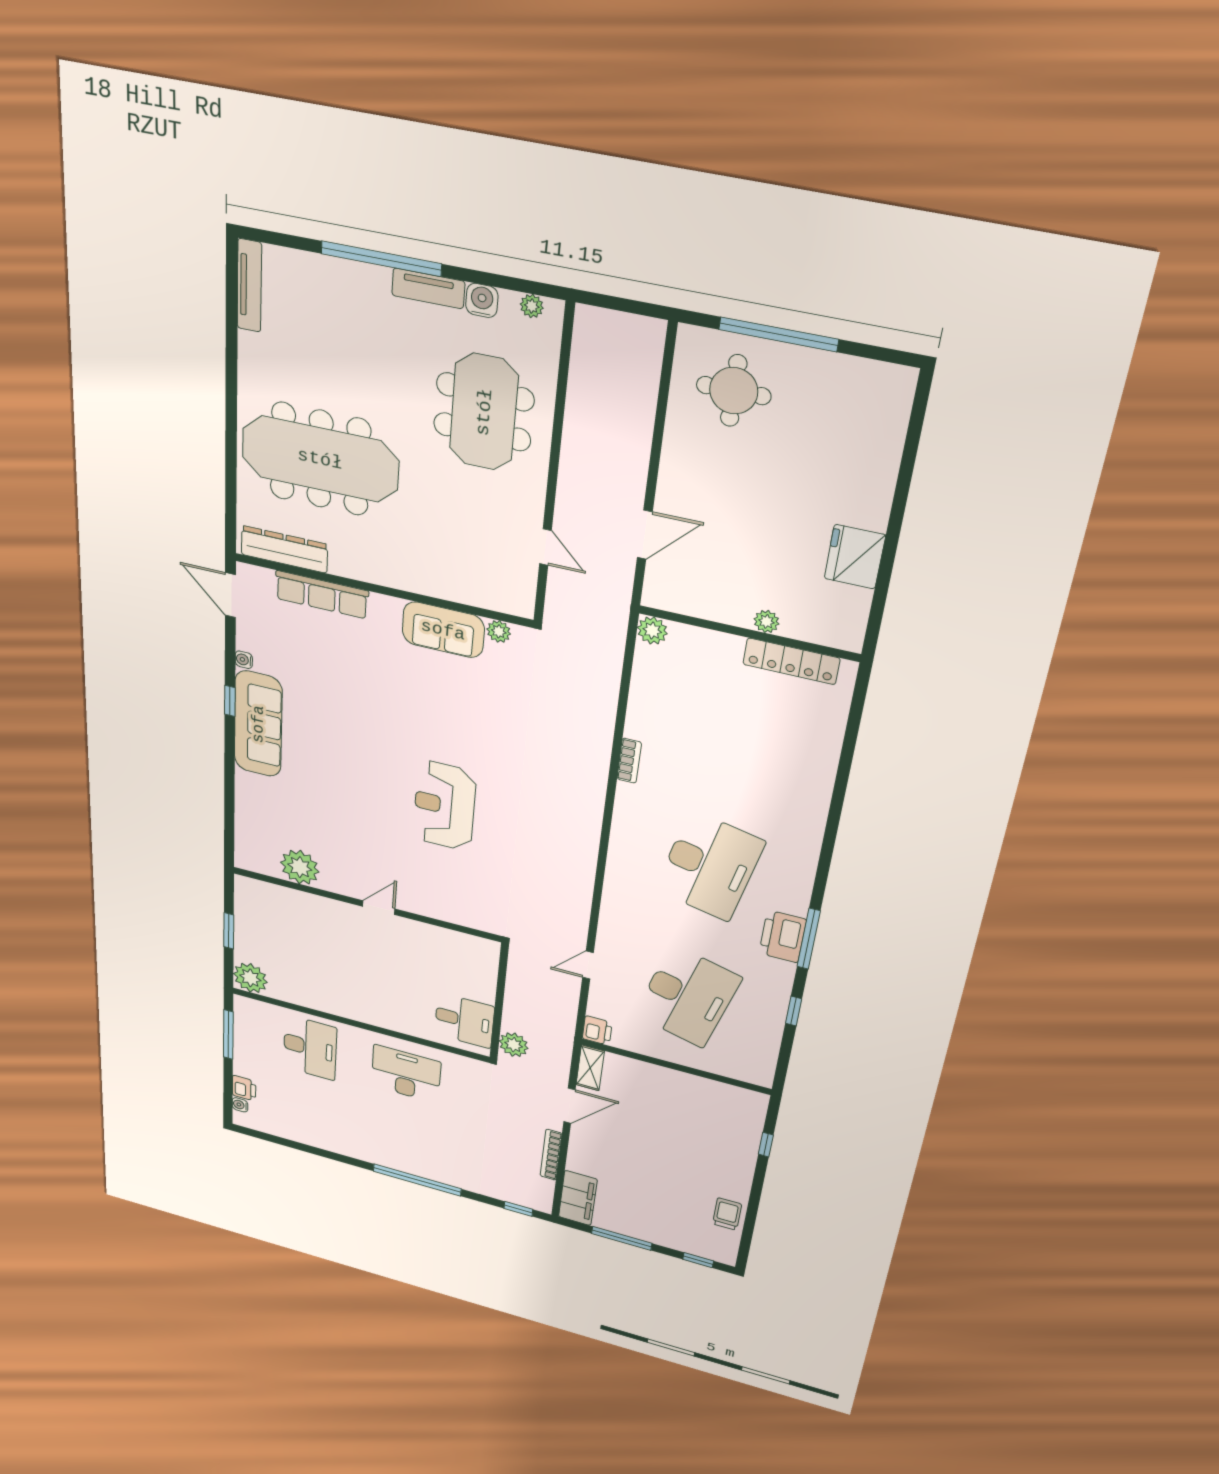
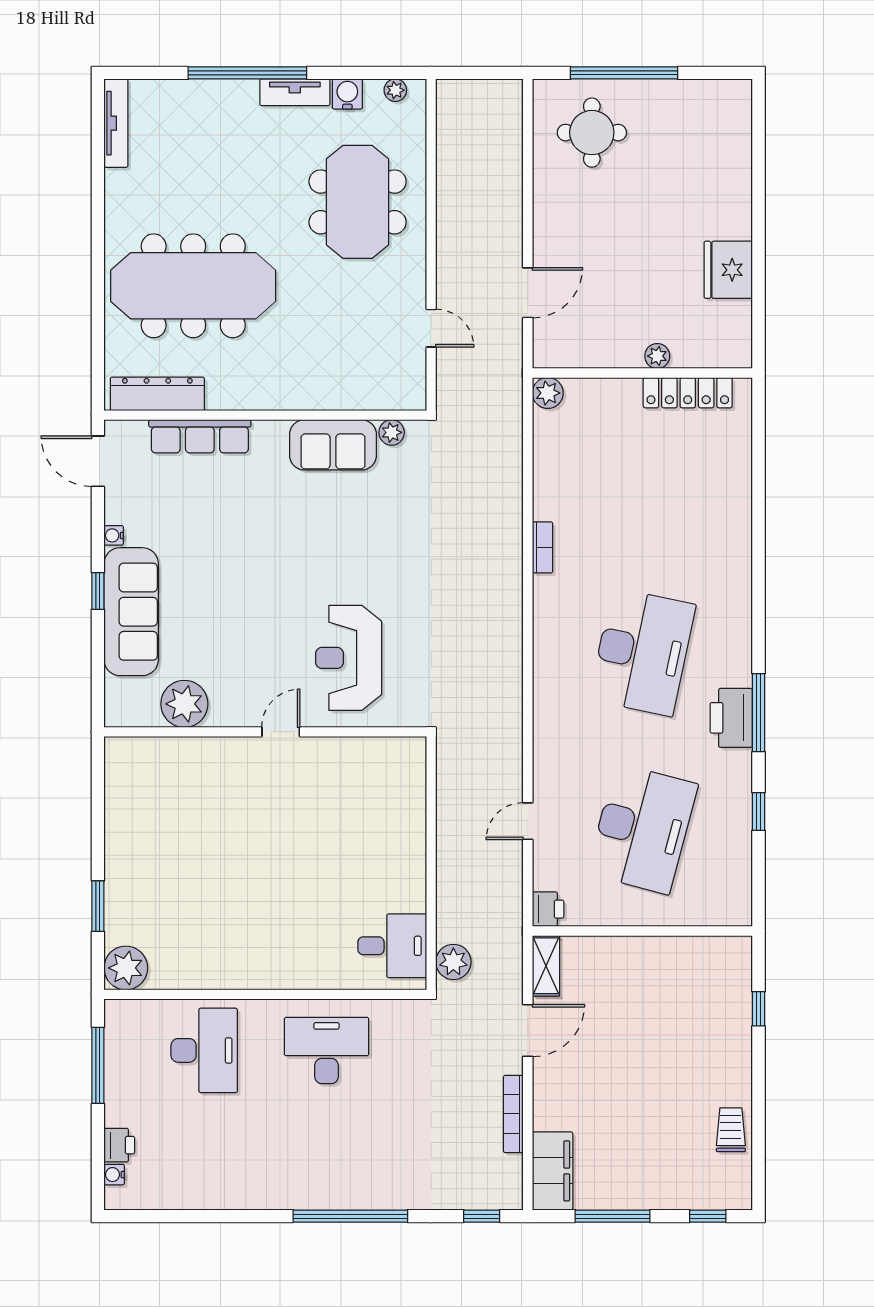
plant: (300, 867) -> (184, 704), moved
wall: (366, 904) -> (265, 732), moved
door: (379, 908) -> (281, 732), moved

